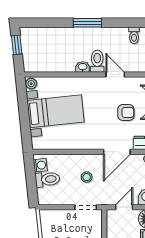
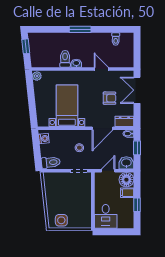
toilet: (97, 61) -> (65, 59), moved
bed with nightstands: (56, 111) -> (67, 106), moved, turned -84
toilet: (47, 179) -> (51, 162), moved

